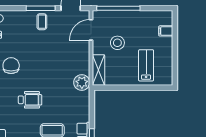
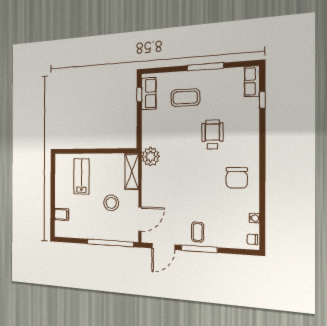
lab bench: (146, 65) -> (81, 176), turned 180
wheelchair: (30, 100) -> (212, 135), turned 90

